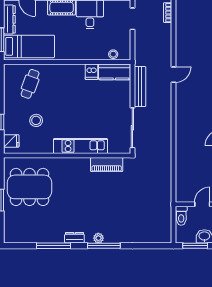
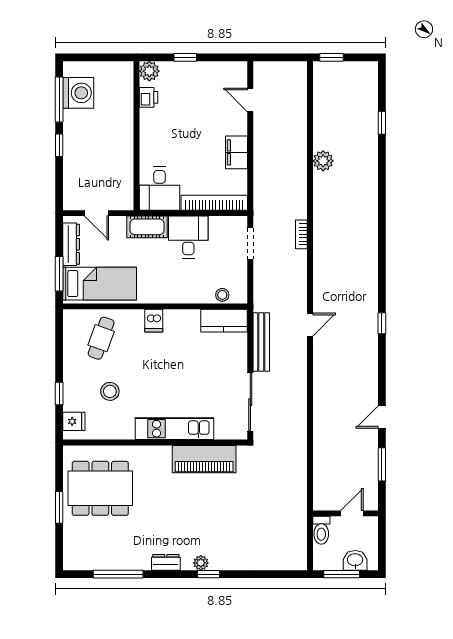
dishwasher: (91, 72) -> (154, 321), moved
piano: (107, 165) -> (204, 459), width x1.37, depth x1.33
window: (53, 246) -> (118, 574), moved
window: (104, 246) -> (209, 574), width x0.46

